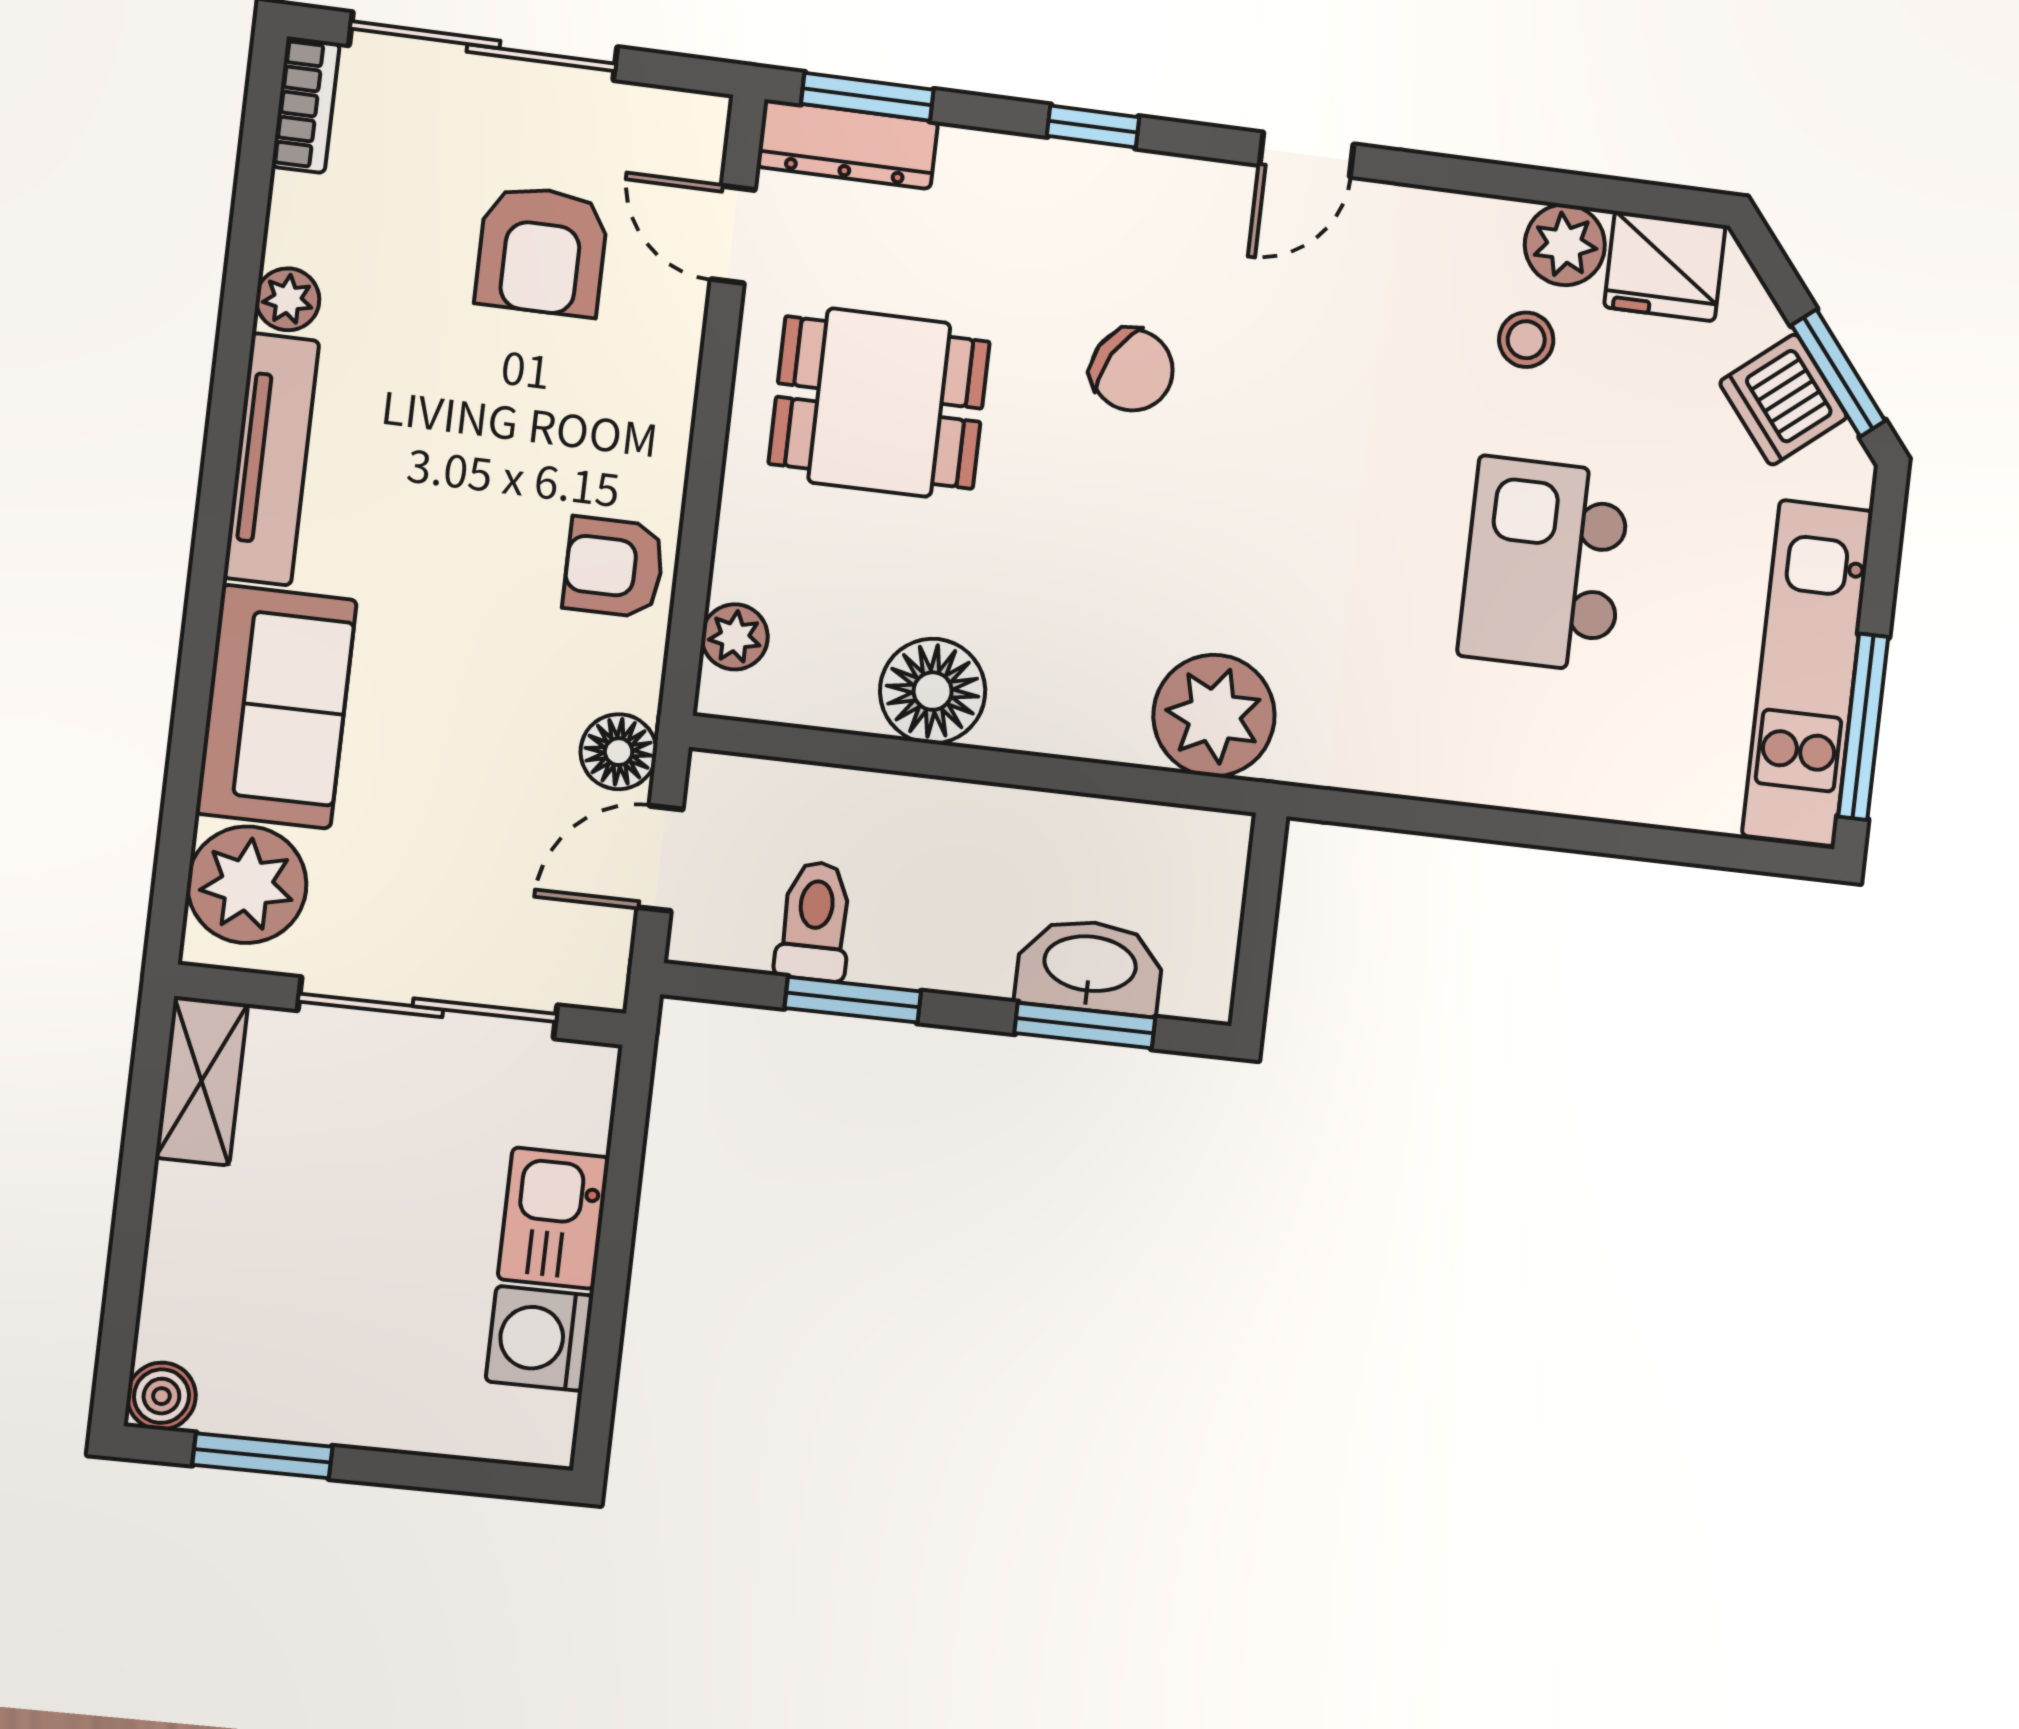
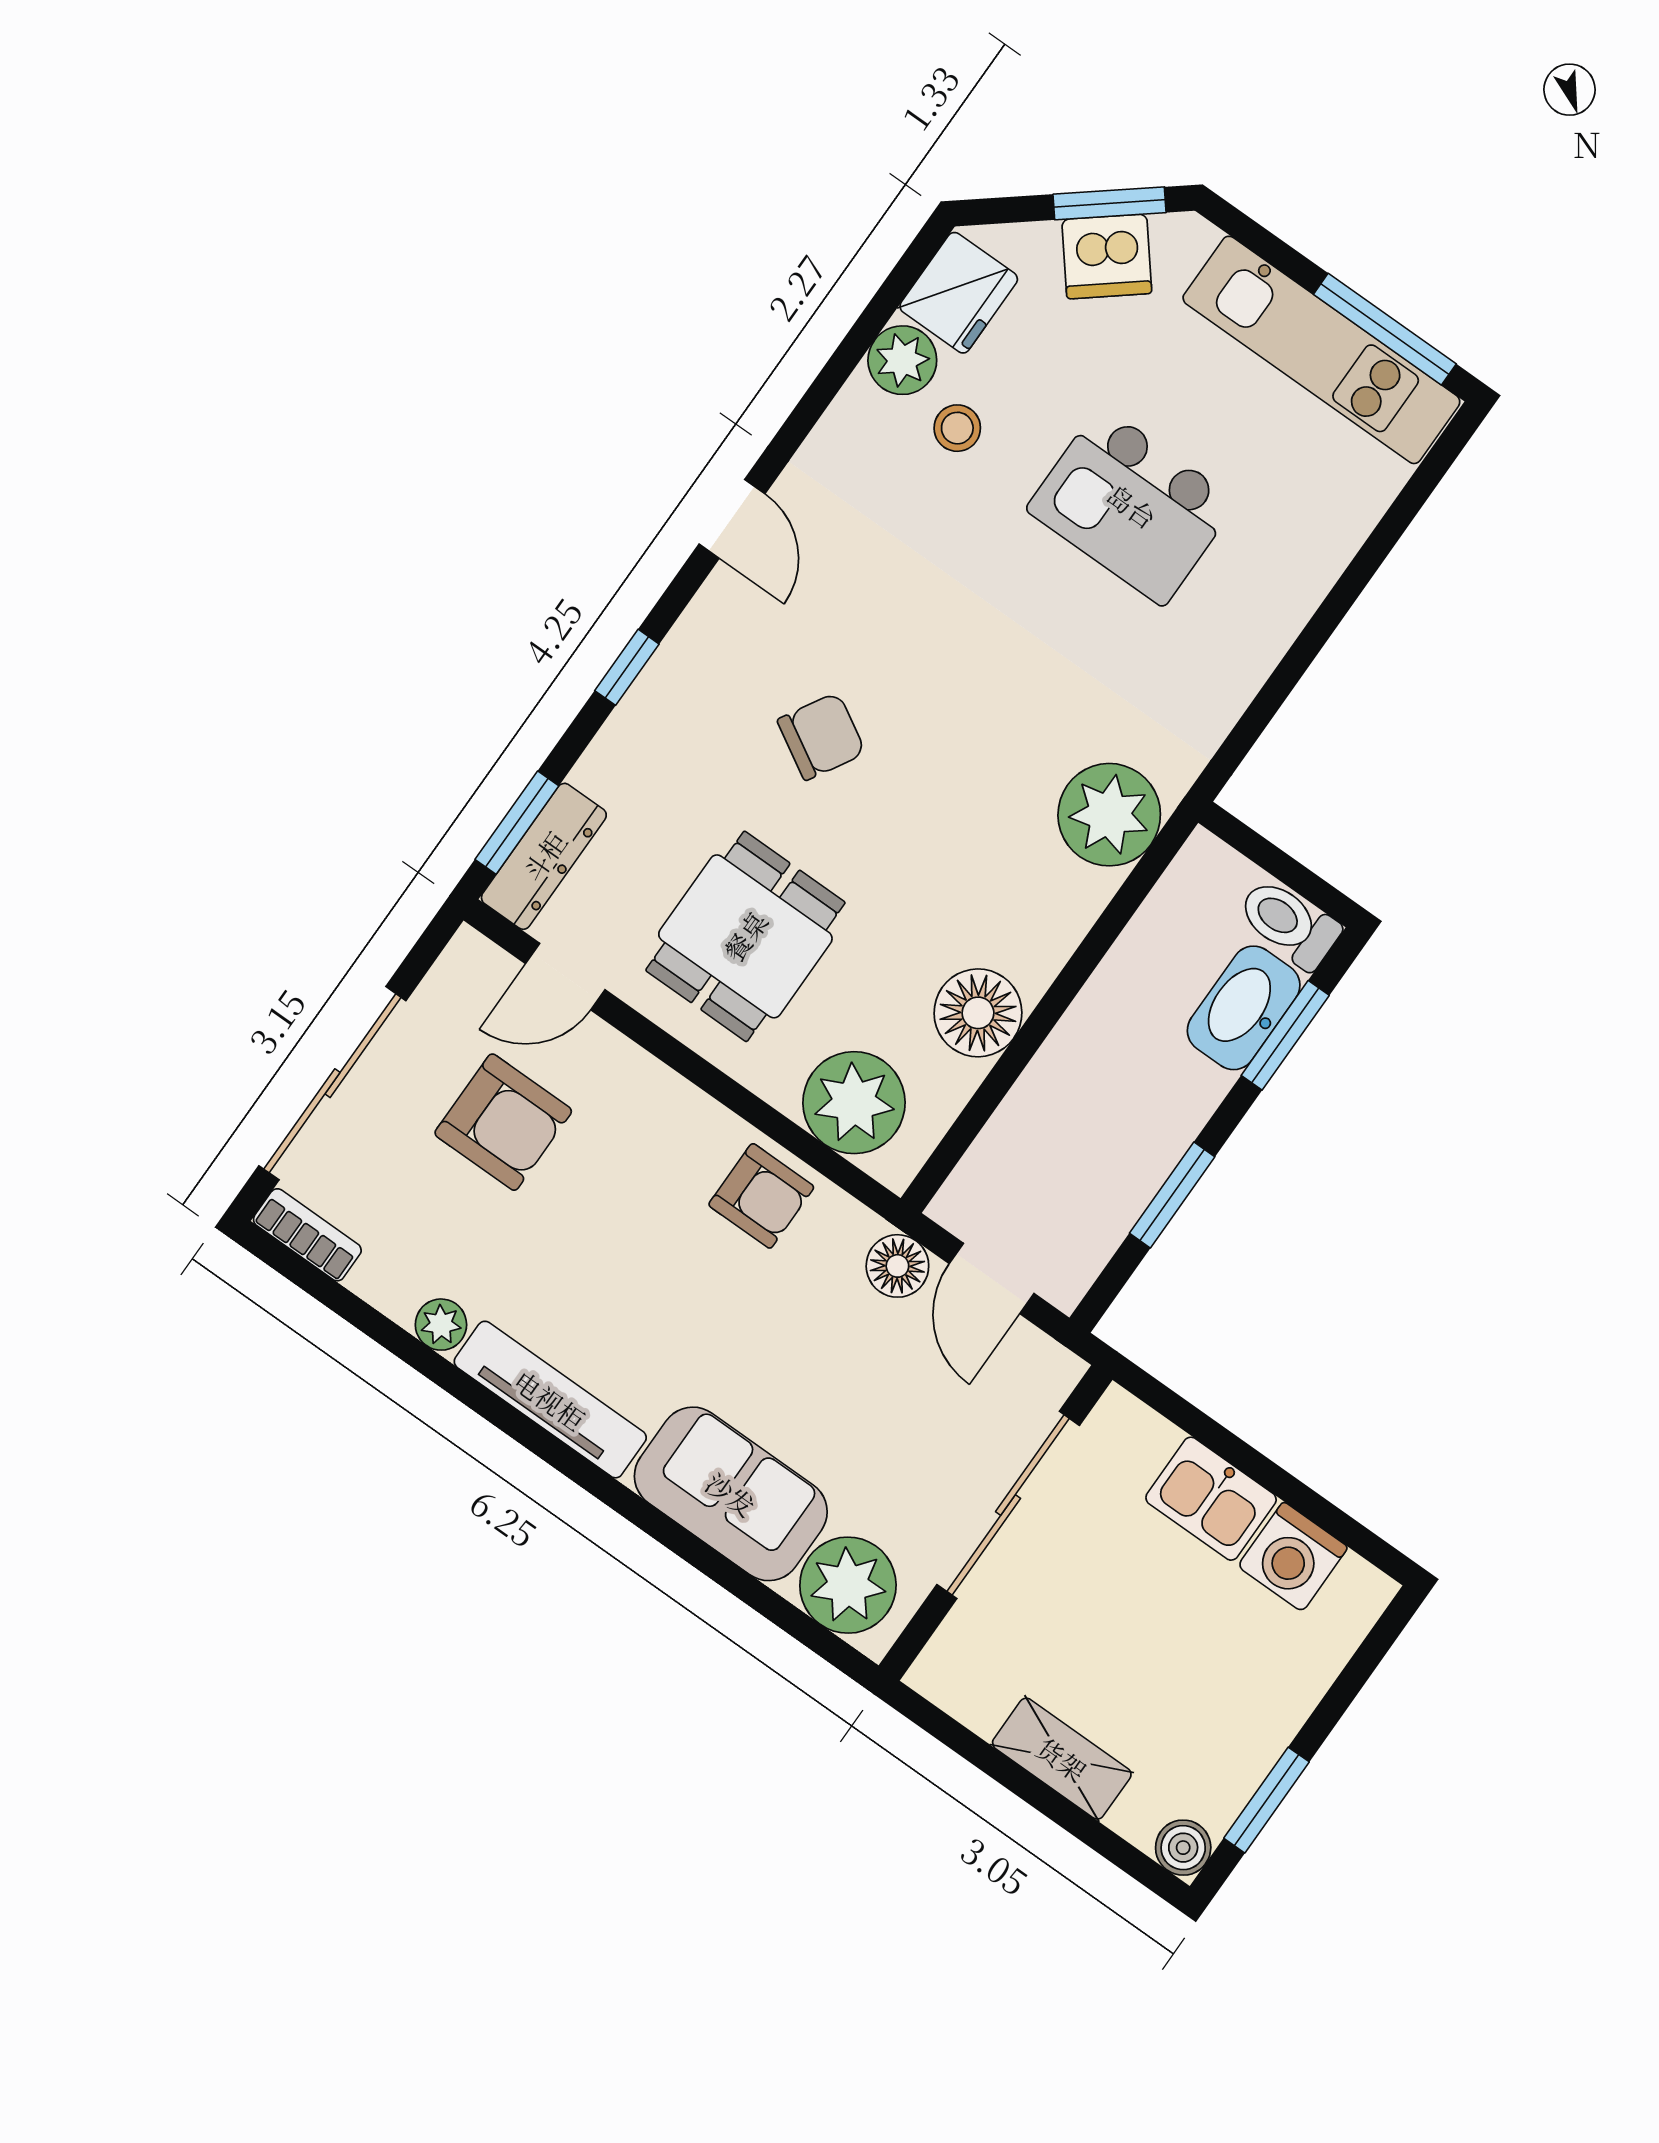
armchair: (614, 567) -> (761, 1196), turned -90
plant: (735, 637) -> (854, 1103), width x1.87, depth x1.87
toilet: (815, 921) -> (1289, 923), moved
shelving: (202, 1081) -> (1062, 1759), moved

